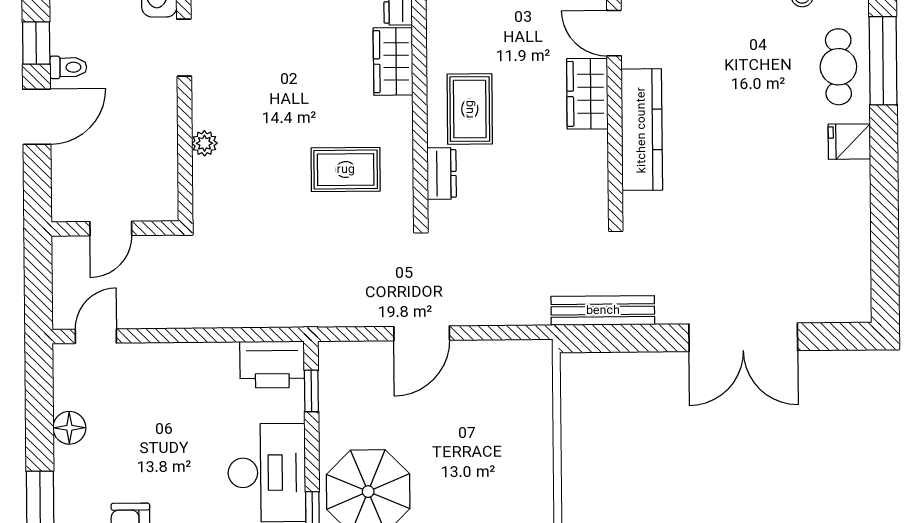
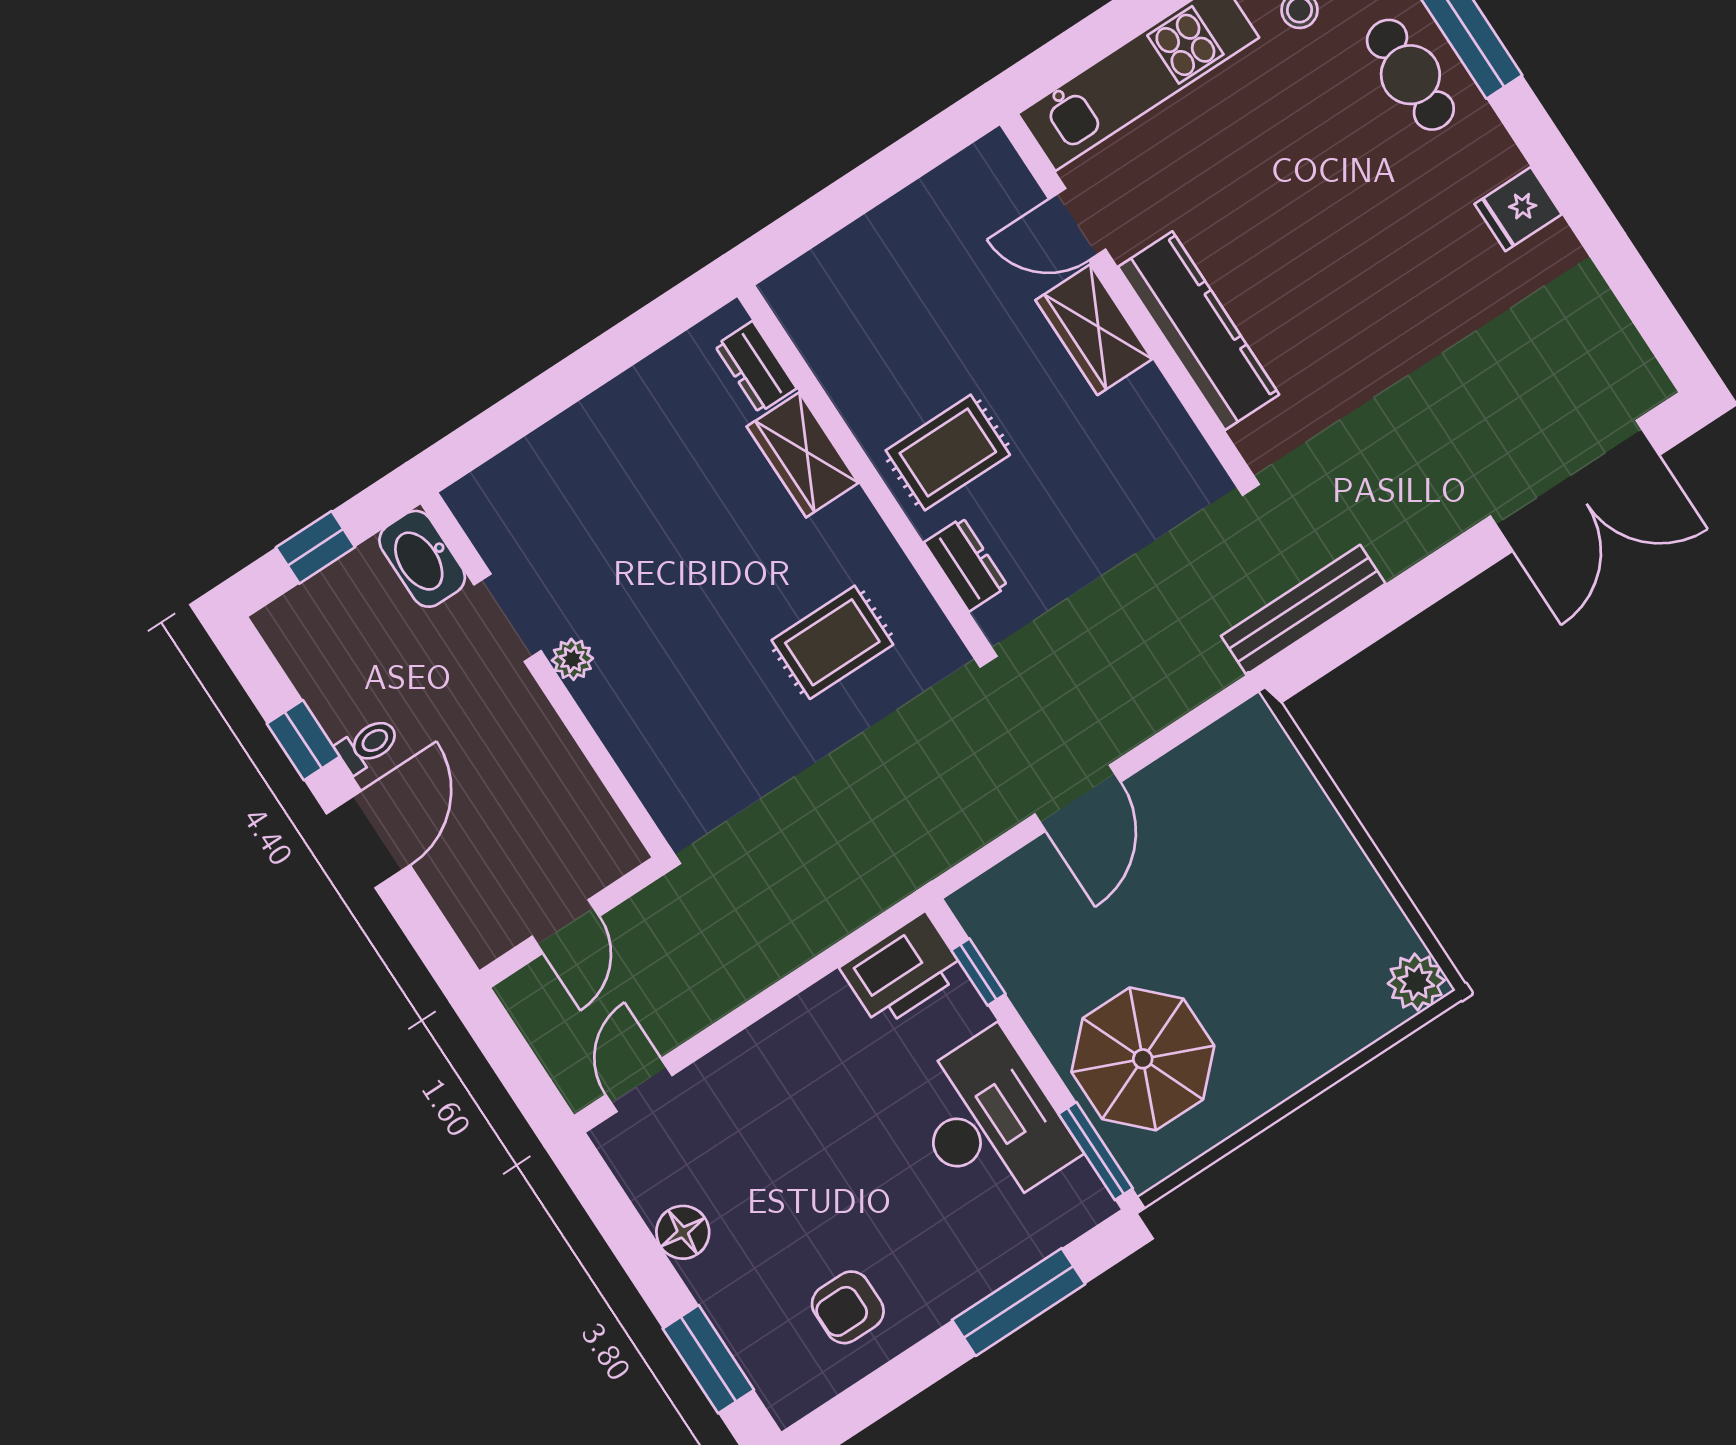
rug: (470, 109) -> (948, 453), turned 90
fridge: (849, 142) -> (1518, 209), moved
plant: (204, 143) -> (572, 659), moved
double door: (743, 337) -> (1575, 486), moved

